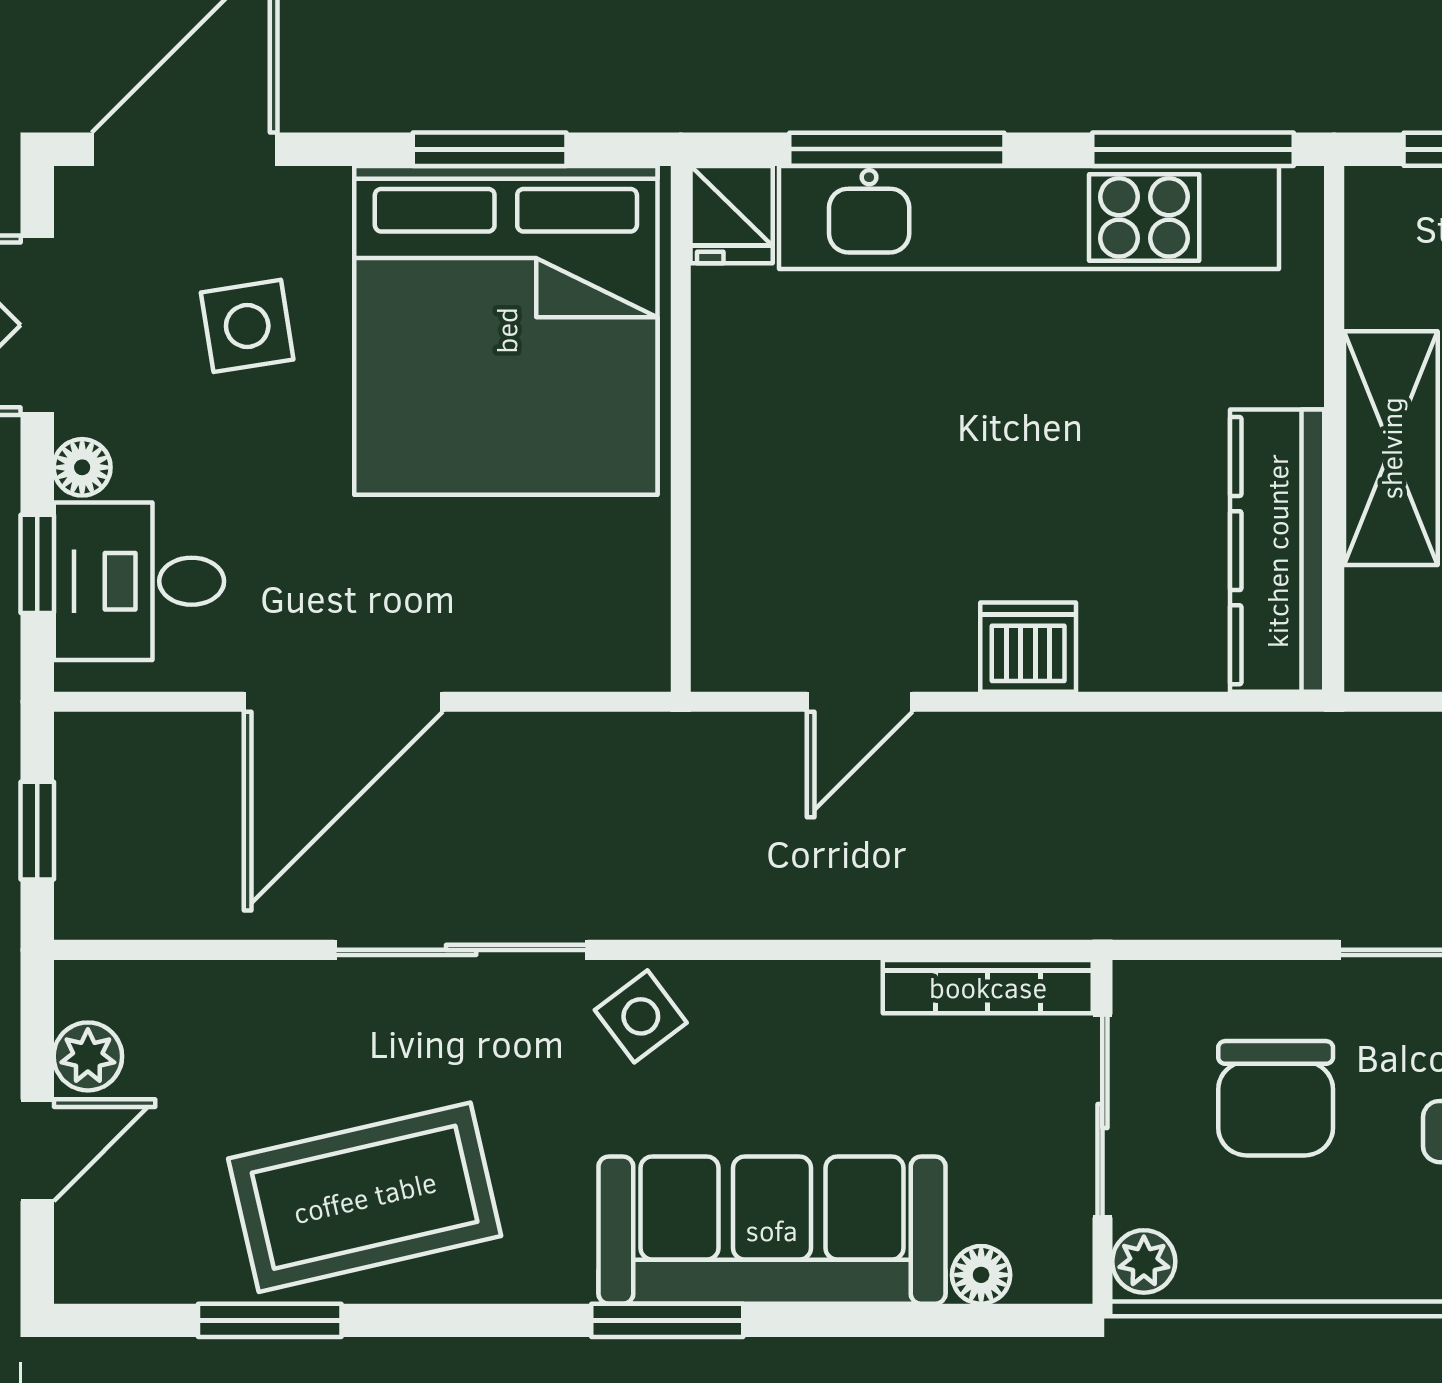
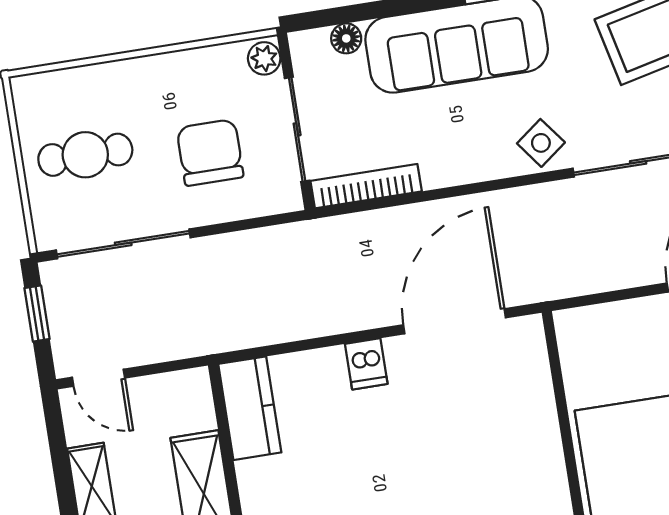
kitchen counter: (1277, 551) -> (250, 408), width x0.67
dishwasher: (1028, 647) -> (366, 364), width x0.73
door: (860, 702) -> (455, 321), width x1.88

